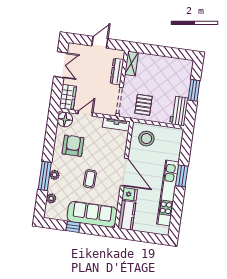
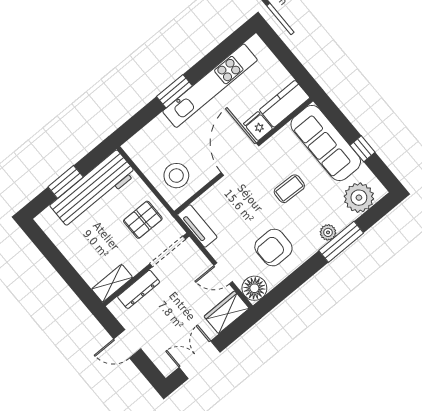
workbench: (179, 111) -> (93, 190), width x1.87, depth x1.32
plant: (51, 198) -> (359, 198), width x1.87, depth x1.87

